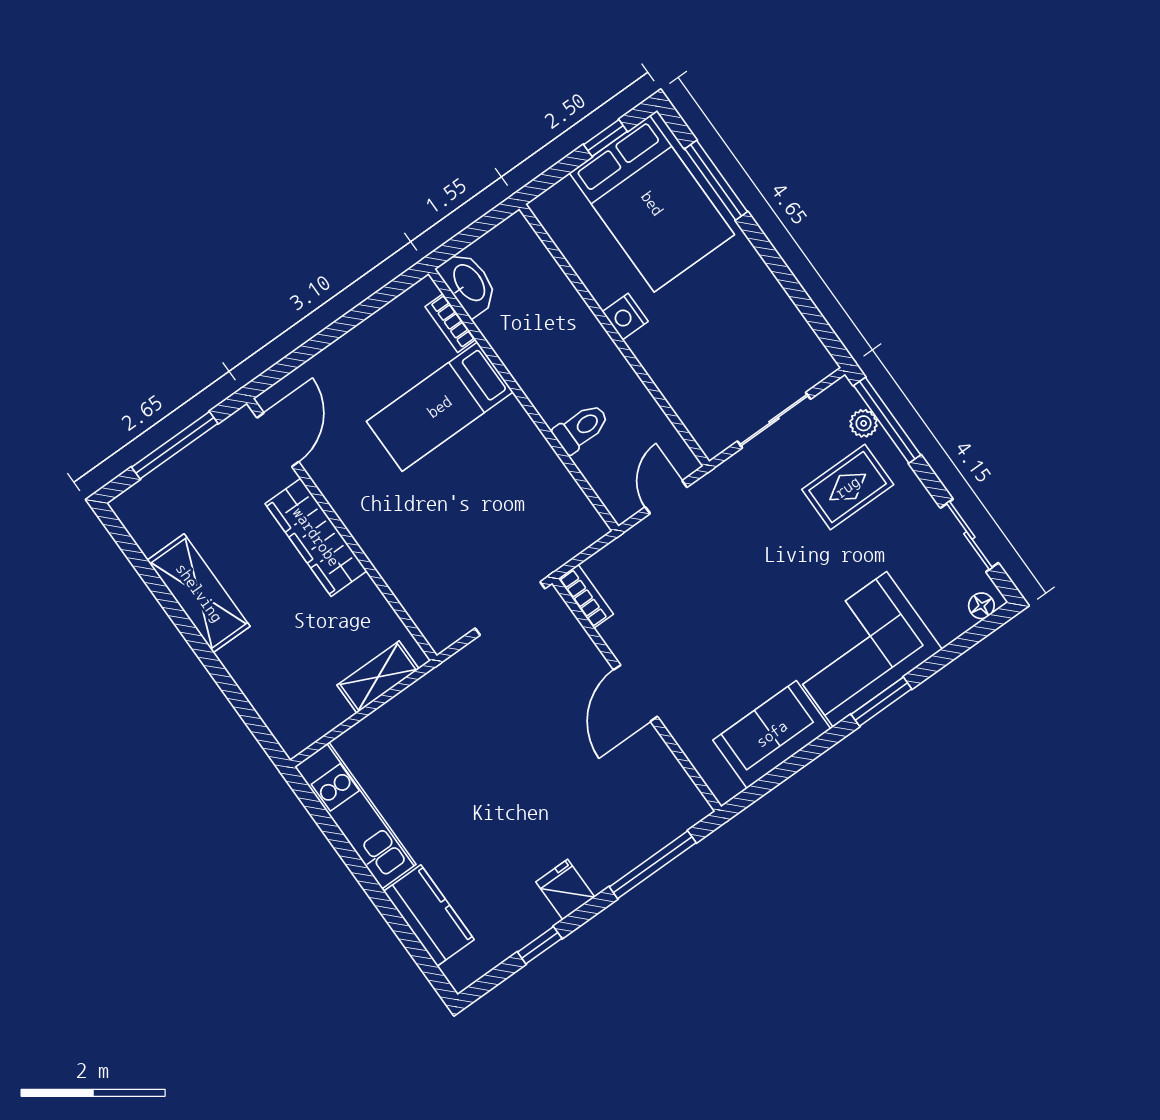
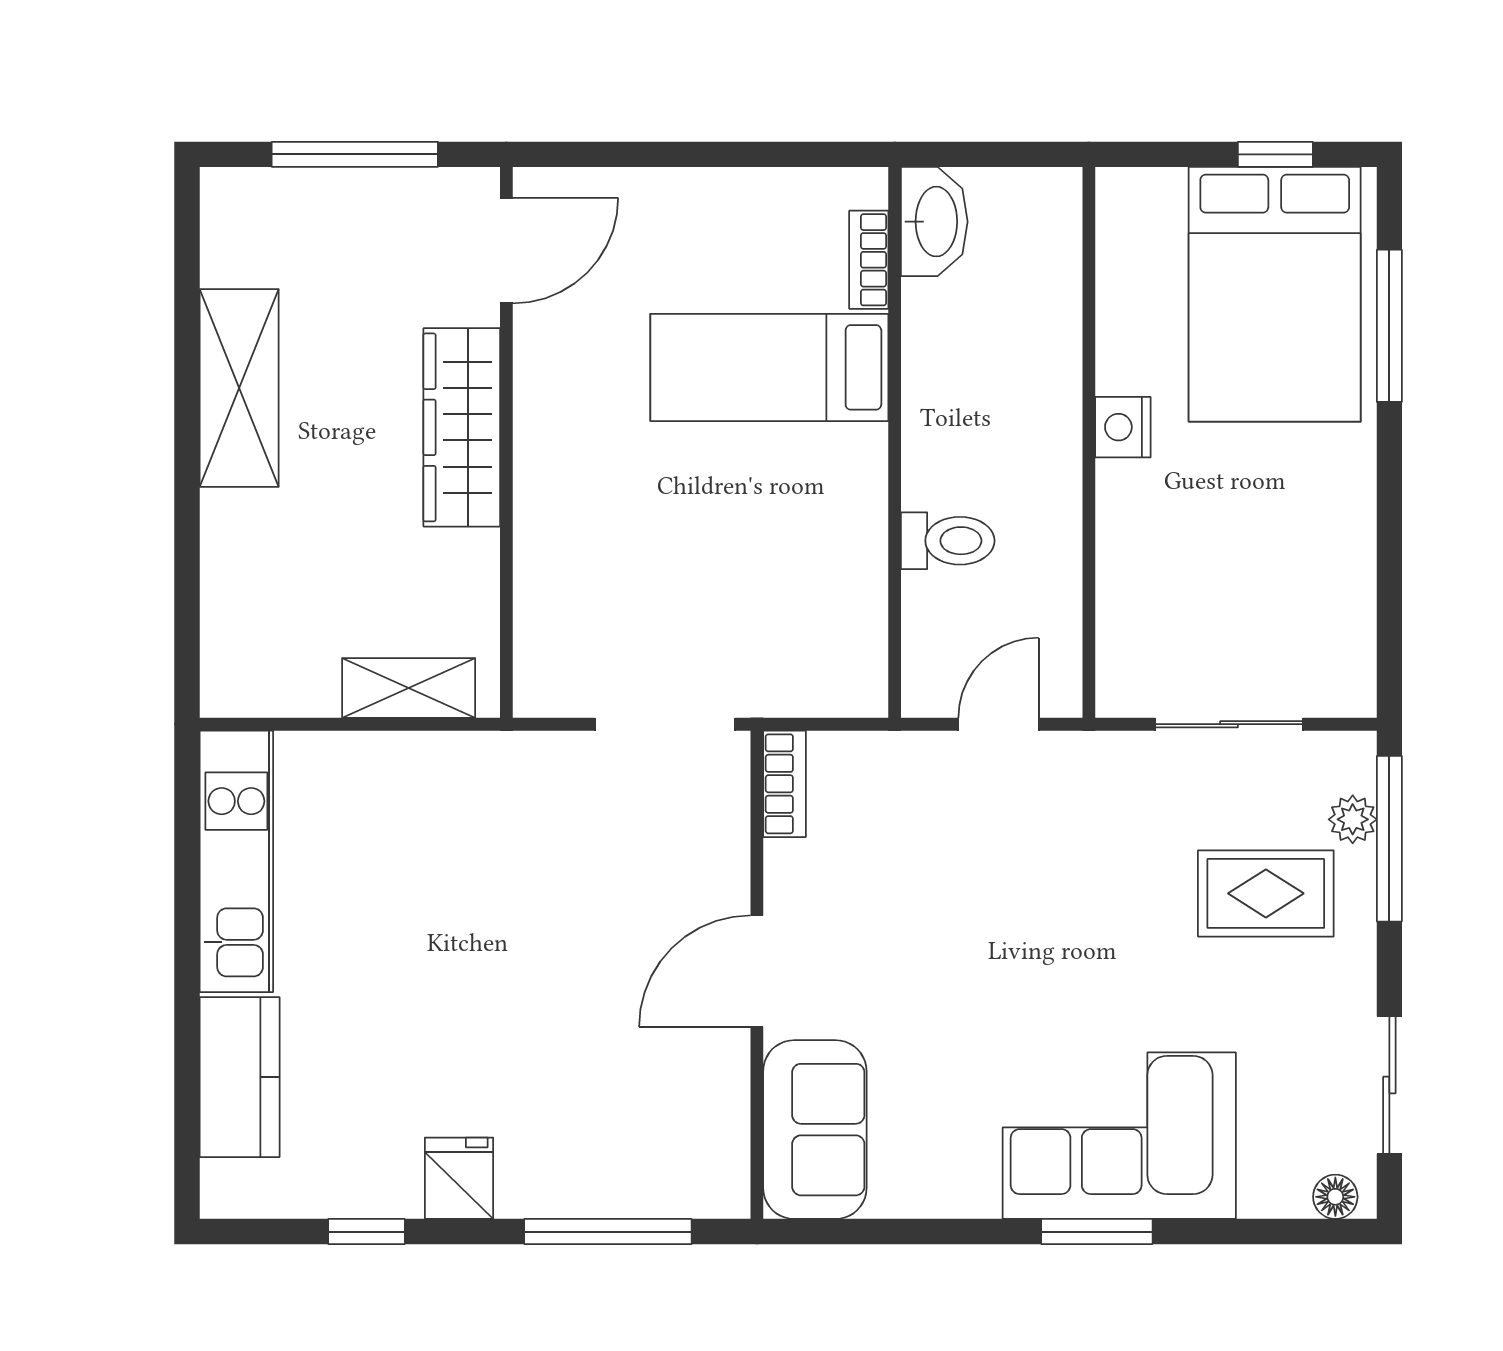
sofa: (772, 734) -> (815, 1130), moved, turned 90

